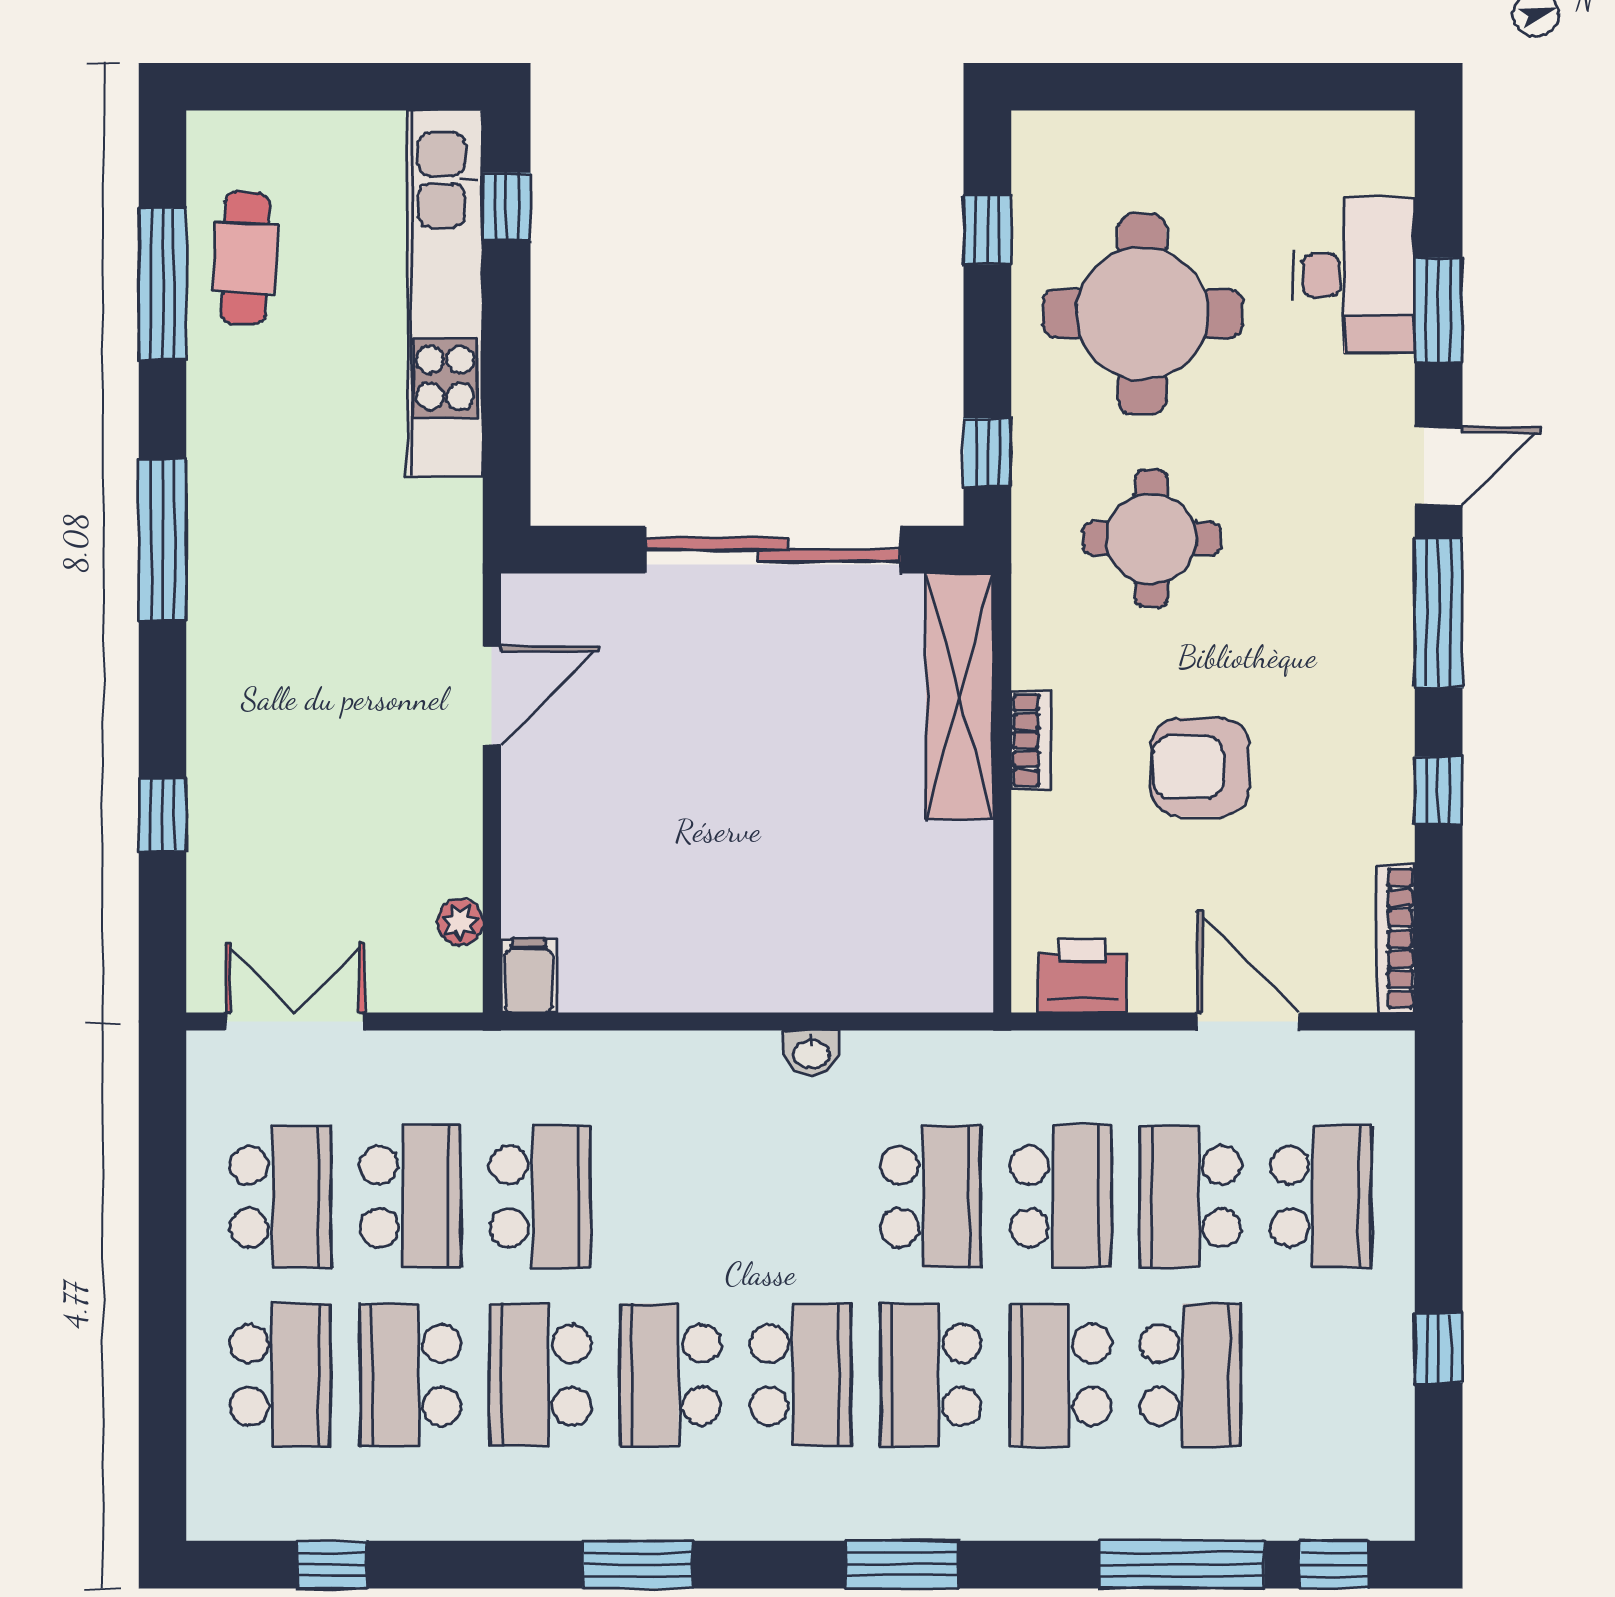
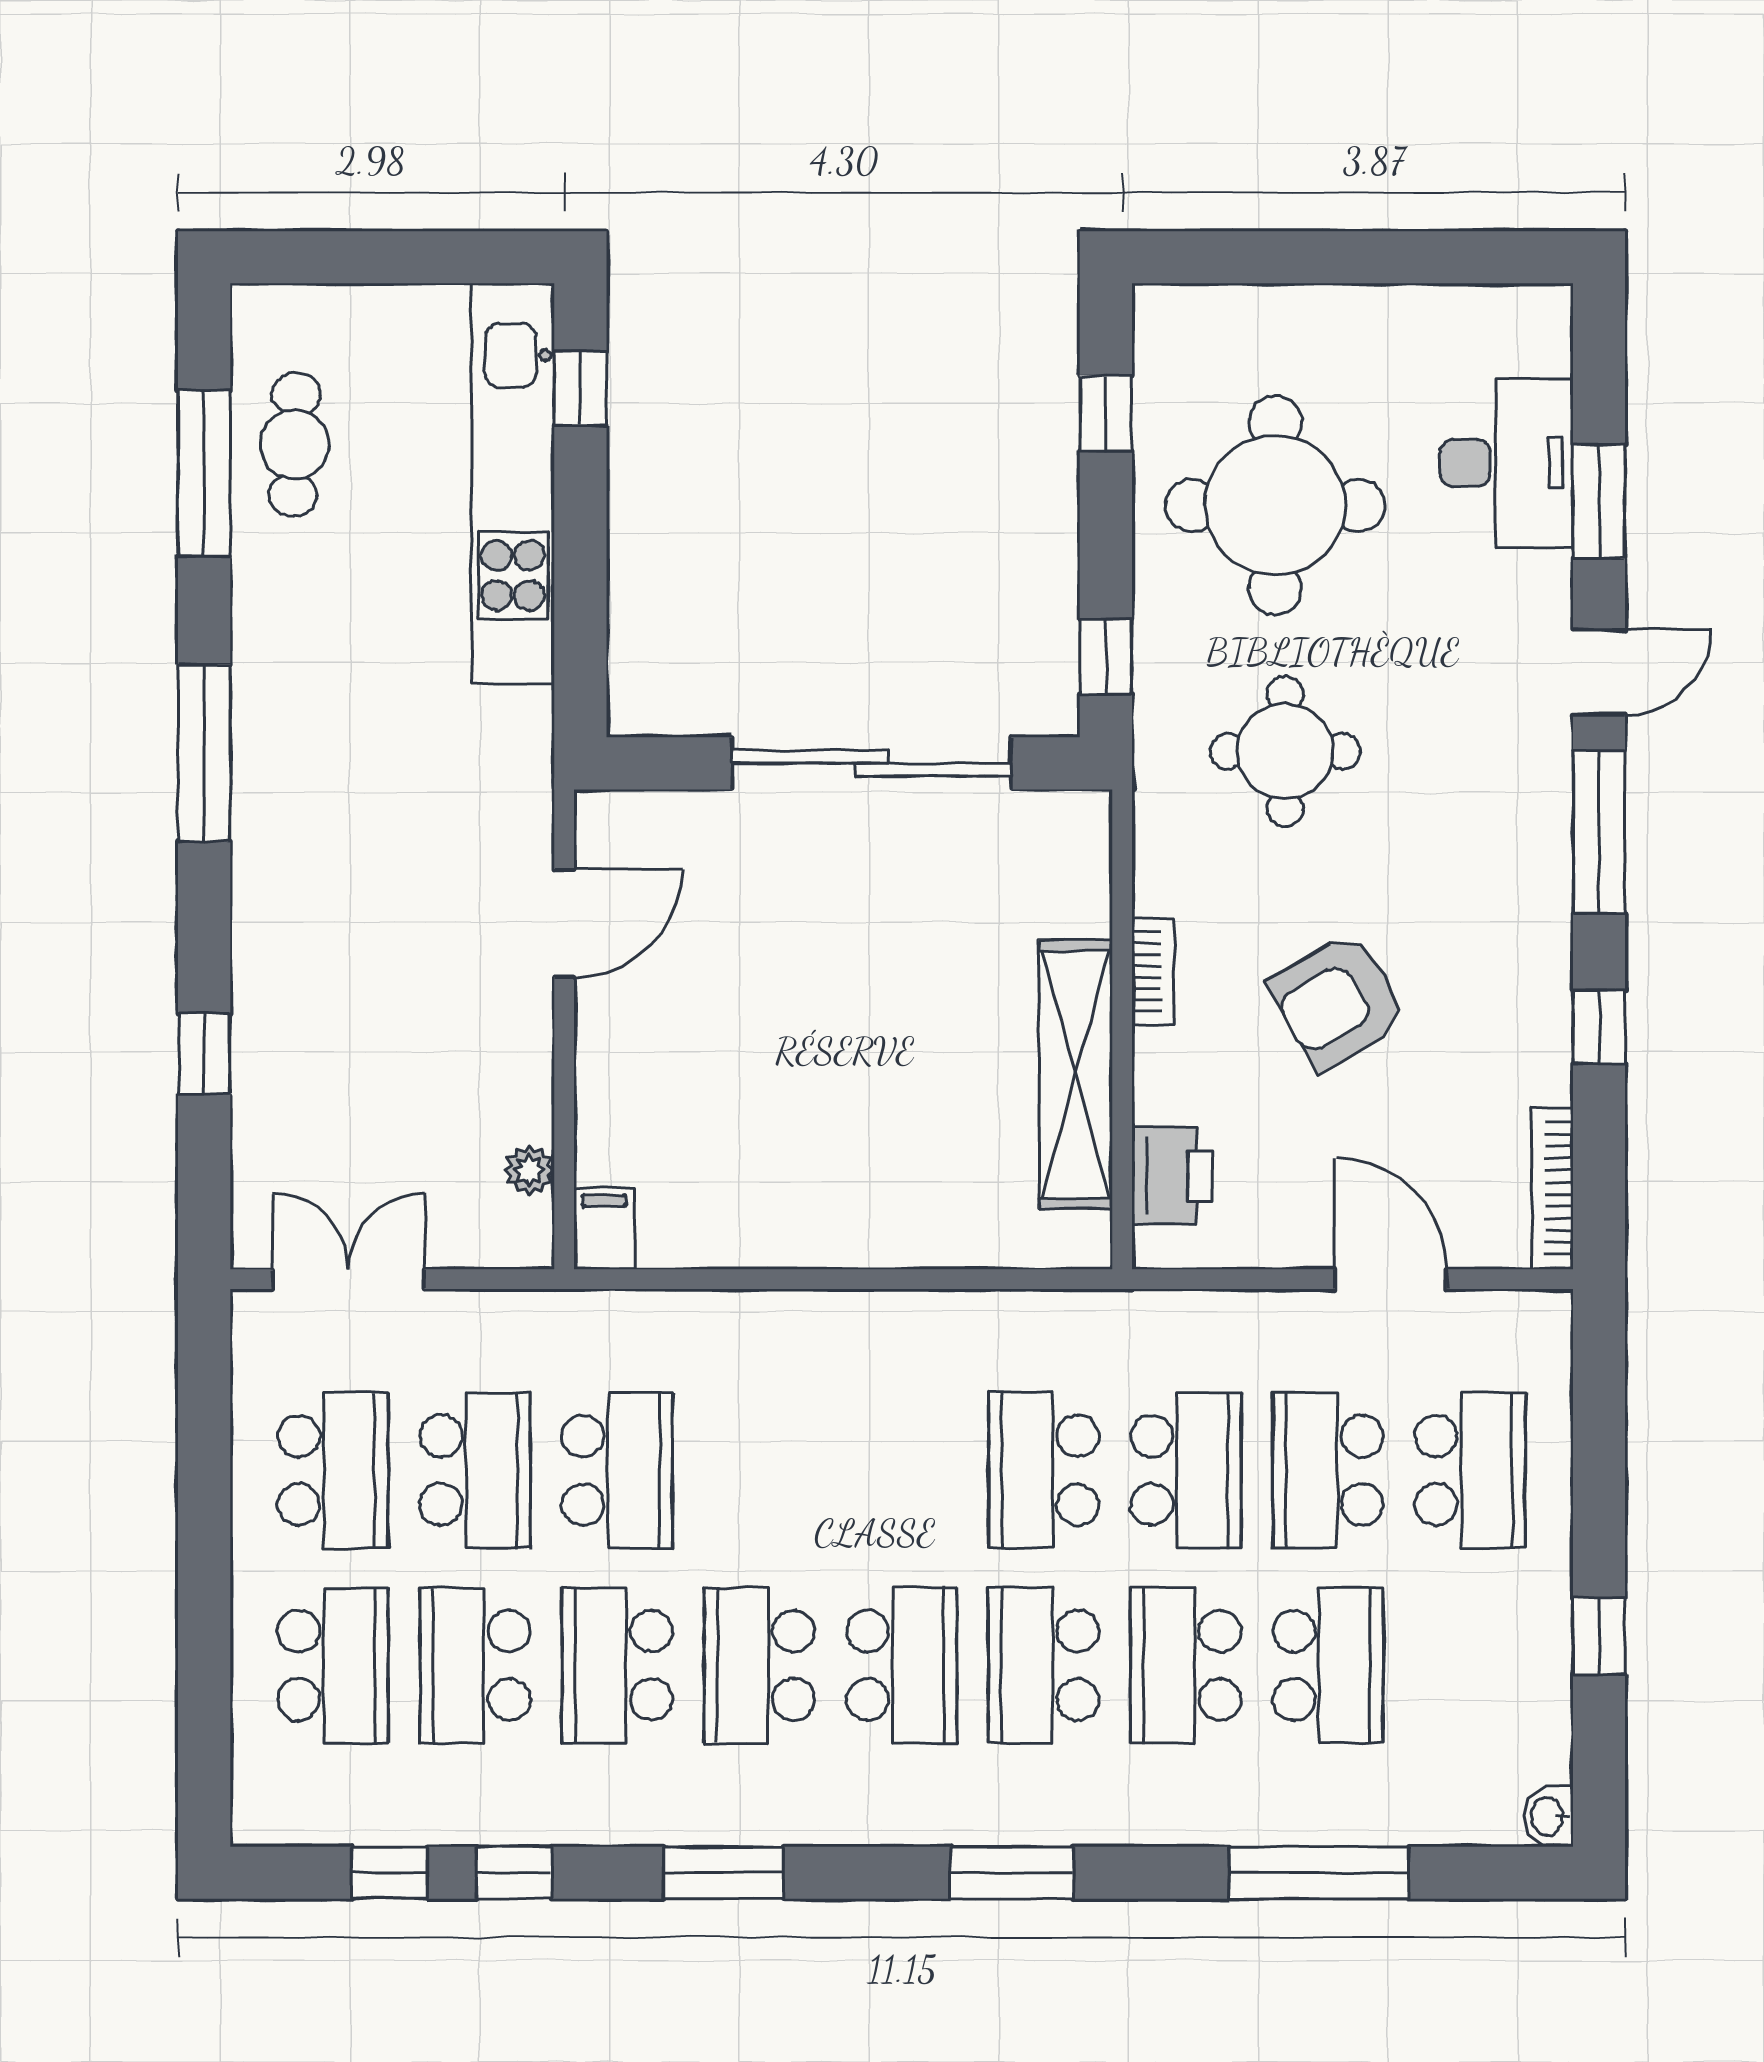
shelving: (960, 697) -> (1076, 1074), moved
armchair: (1200, 767) -> (1338, 1001), turned -30
printer: (1082, 976) -> (1172, 1176), moved, turned 90
washbasin: (811, 1053) -> (1548, 1816), moved, turned 90
school desk: (931, 1196) -> (1044, 1470), turned 180
window: (1334, 1565) -> (514, 1873), moved

